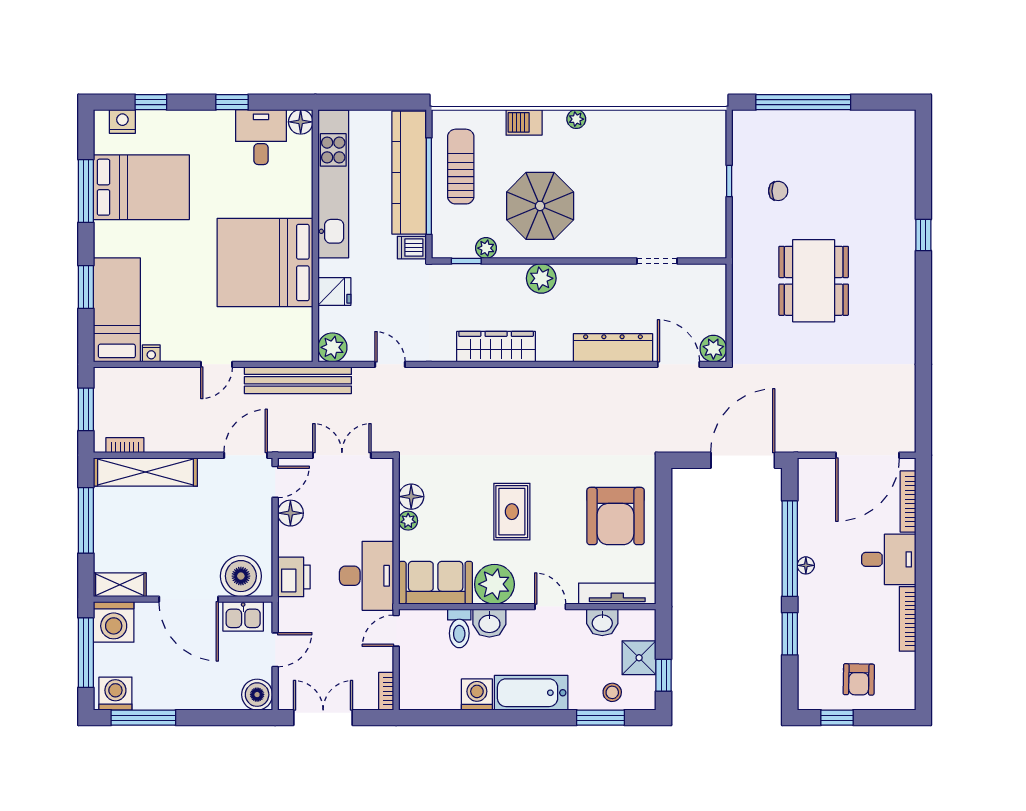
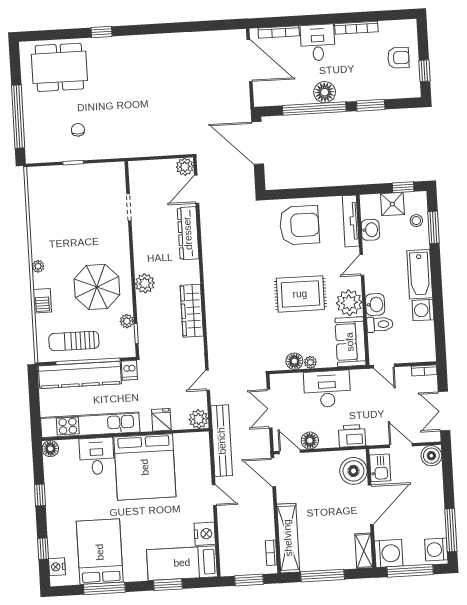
desk: (261, 137) -> (97, 456), moved, turned 90
dining table: (814, 281) -> (59, 67), moved
nightstand: (151, 353) -> (205, 534), width x1.89, depth x1.79
rug: (512, 512) -> (300, 294), width x1.36, depth x1.43
floor lamp: (806, 565) -> (325, 92), width x1.89, depth x1.89
desk: (367, 576) -> (327, 389), moved

